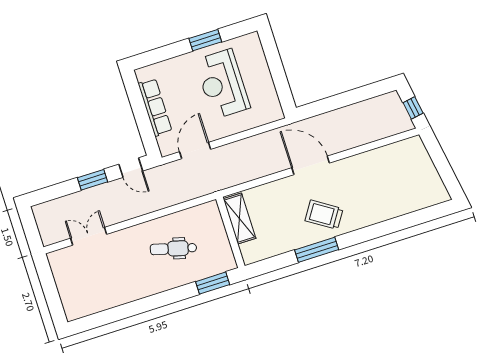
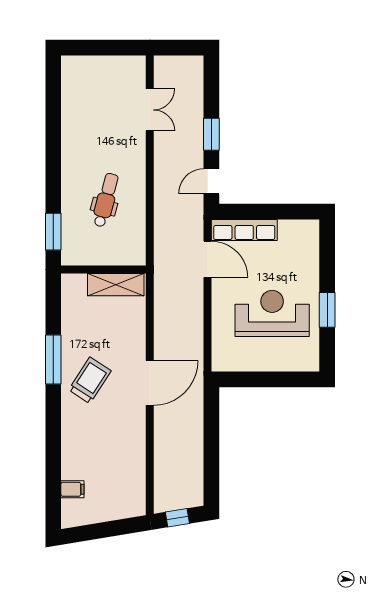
row of seats: (155, 107) -> (244, 230), moved
filing cabinet: (417, 201) -> (72, 489), added

